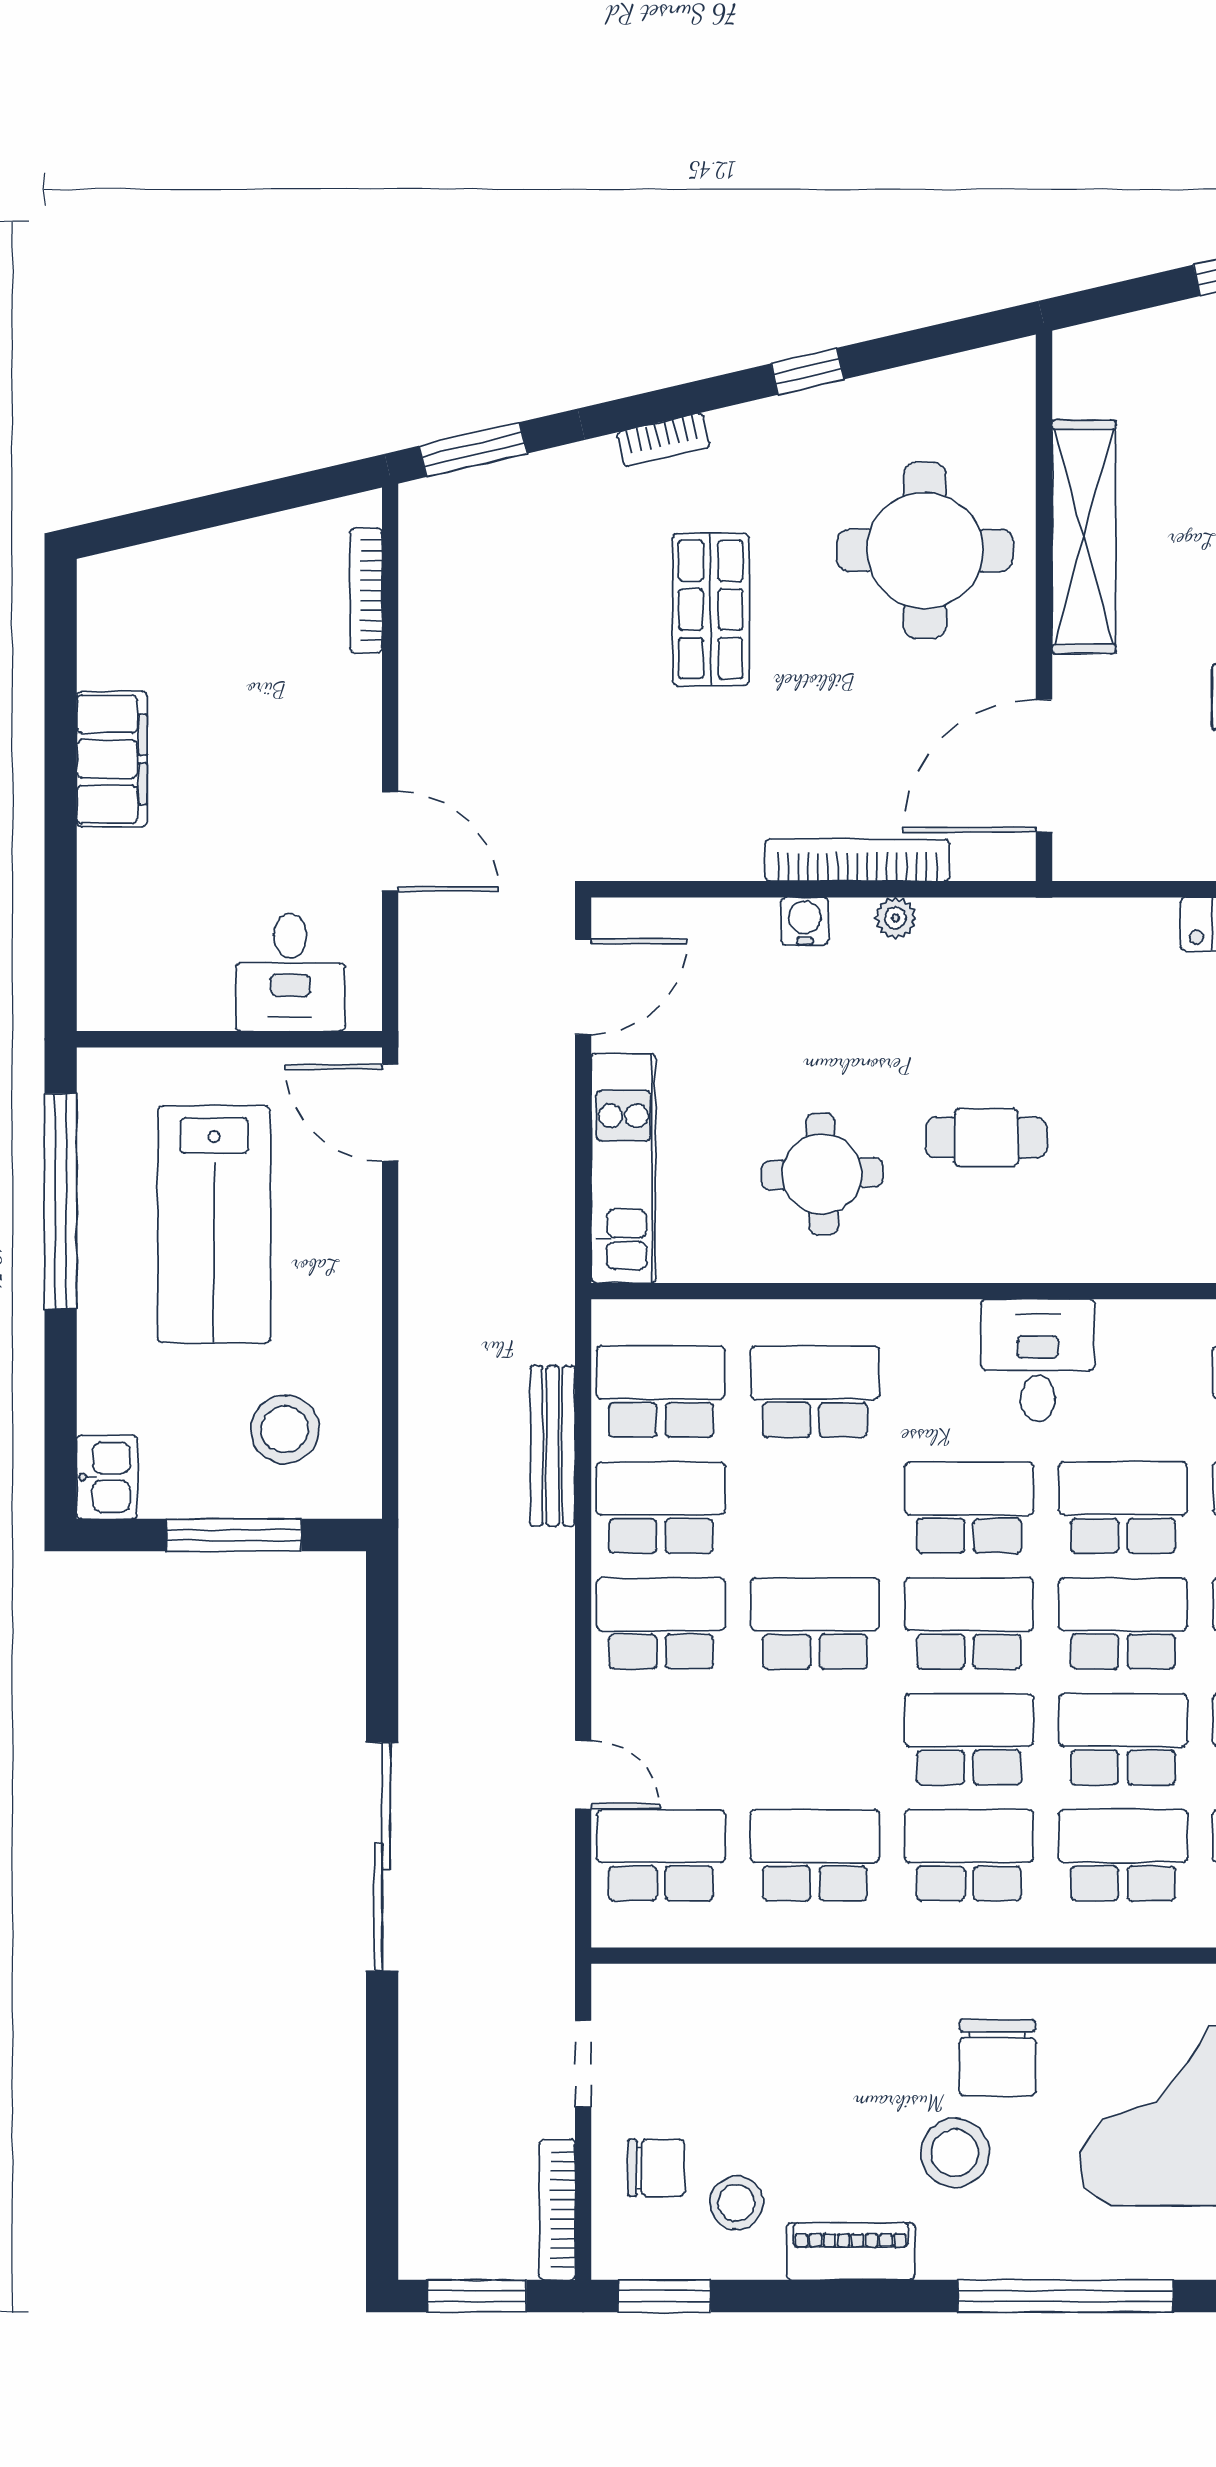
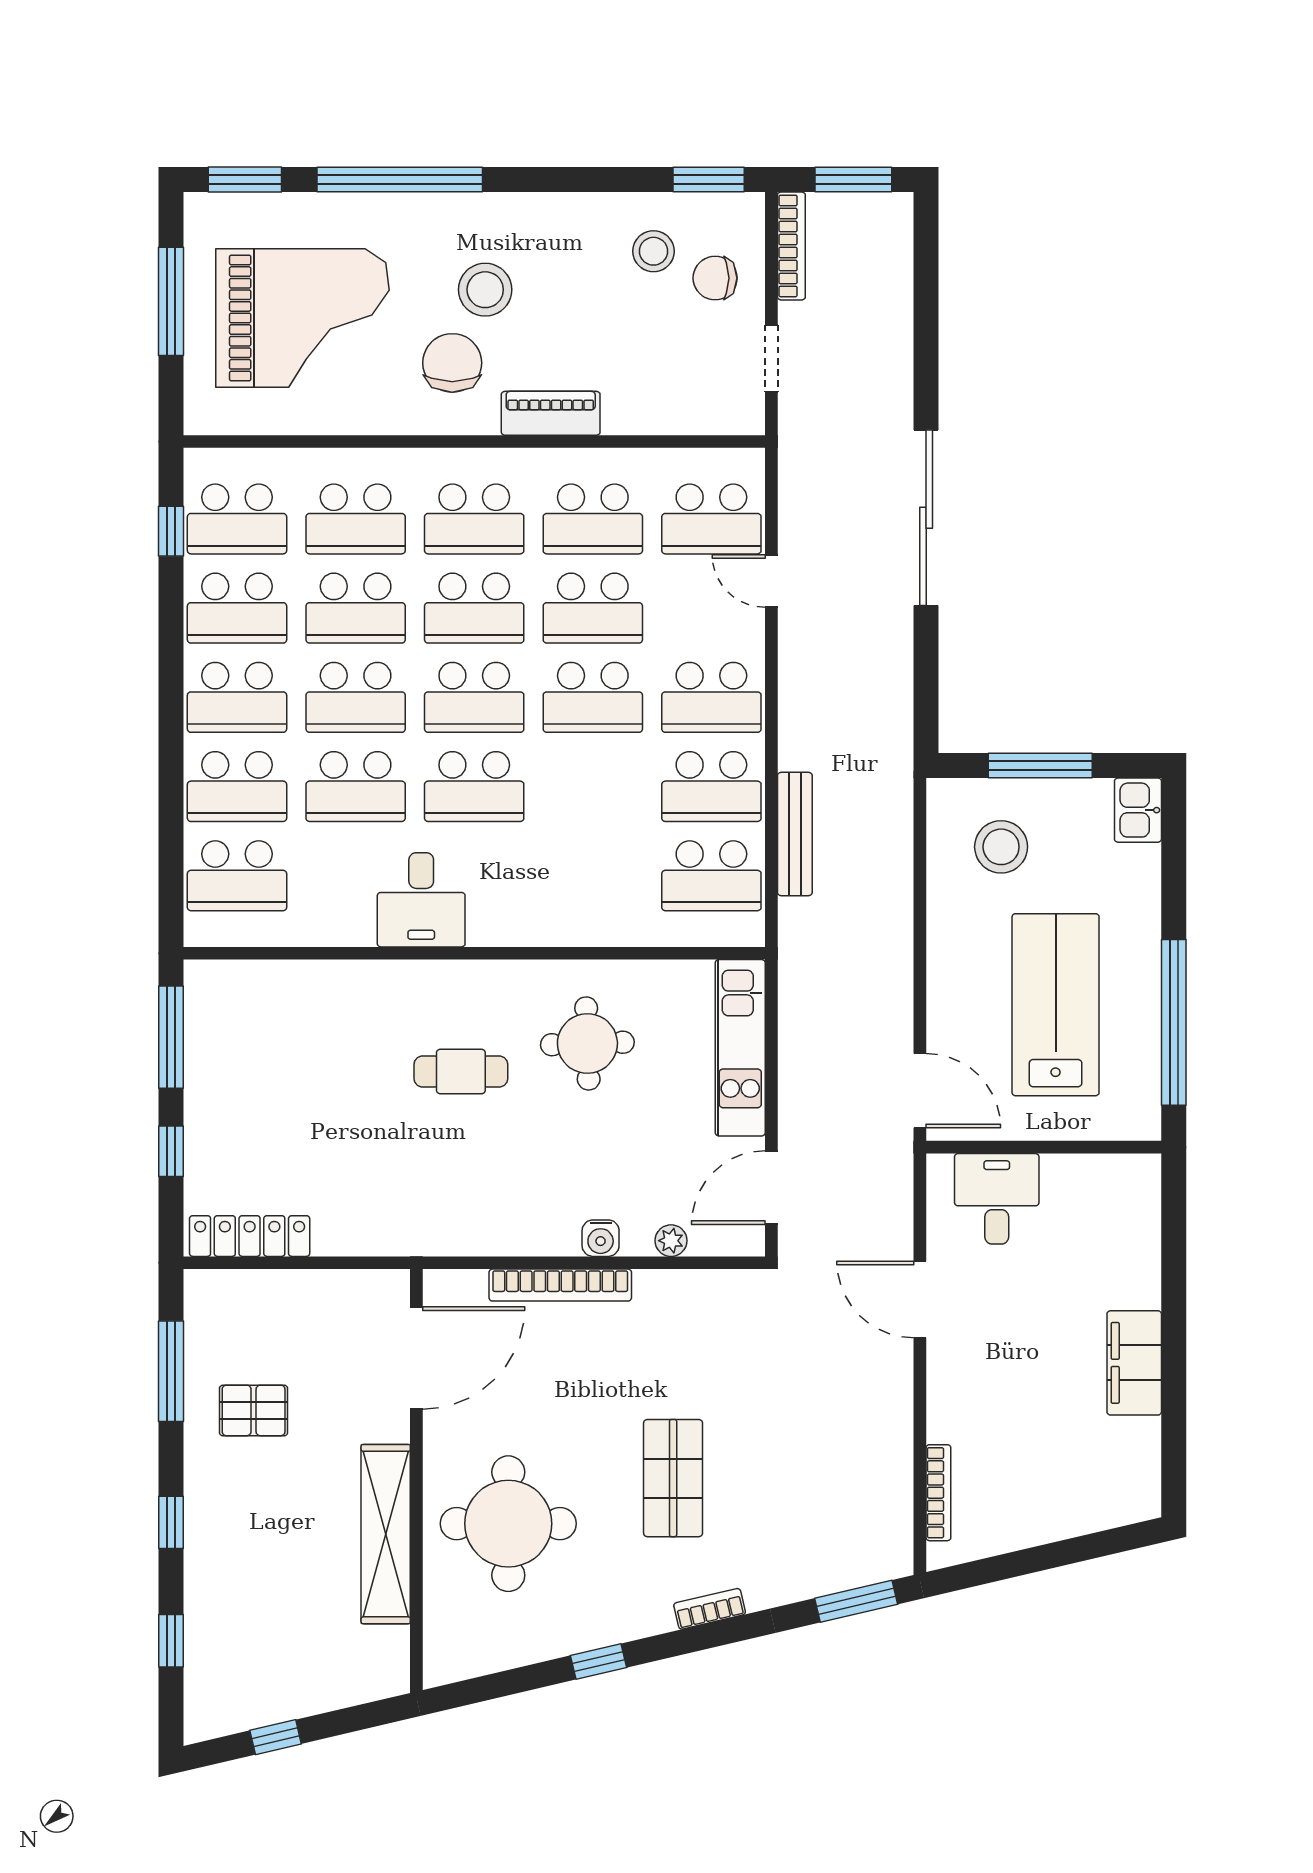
plant: (895, 918) -> (671, 1241), moved
school desk: (815, 1392) -> (593, 608), moved
piano: (851, 2251) -> (551, 413), moved, turned 180

